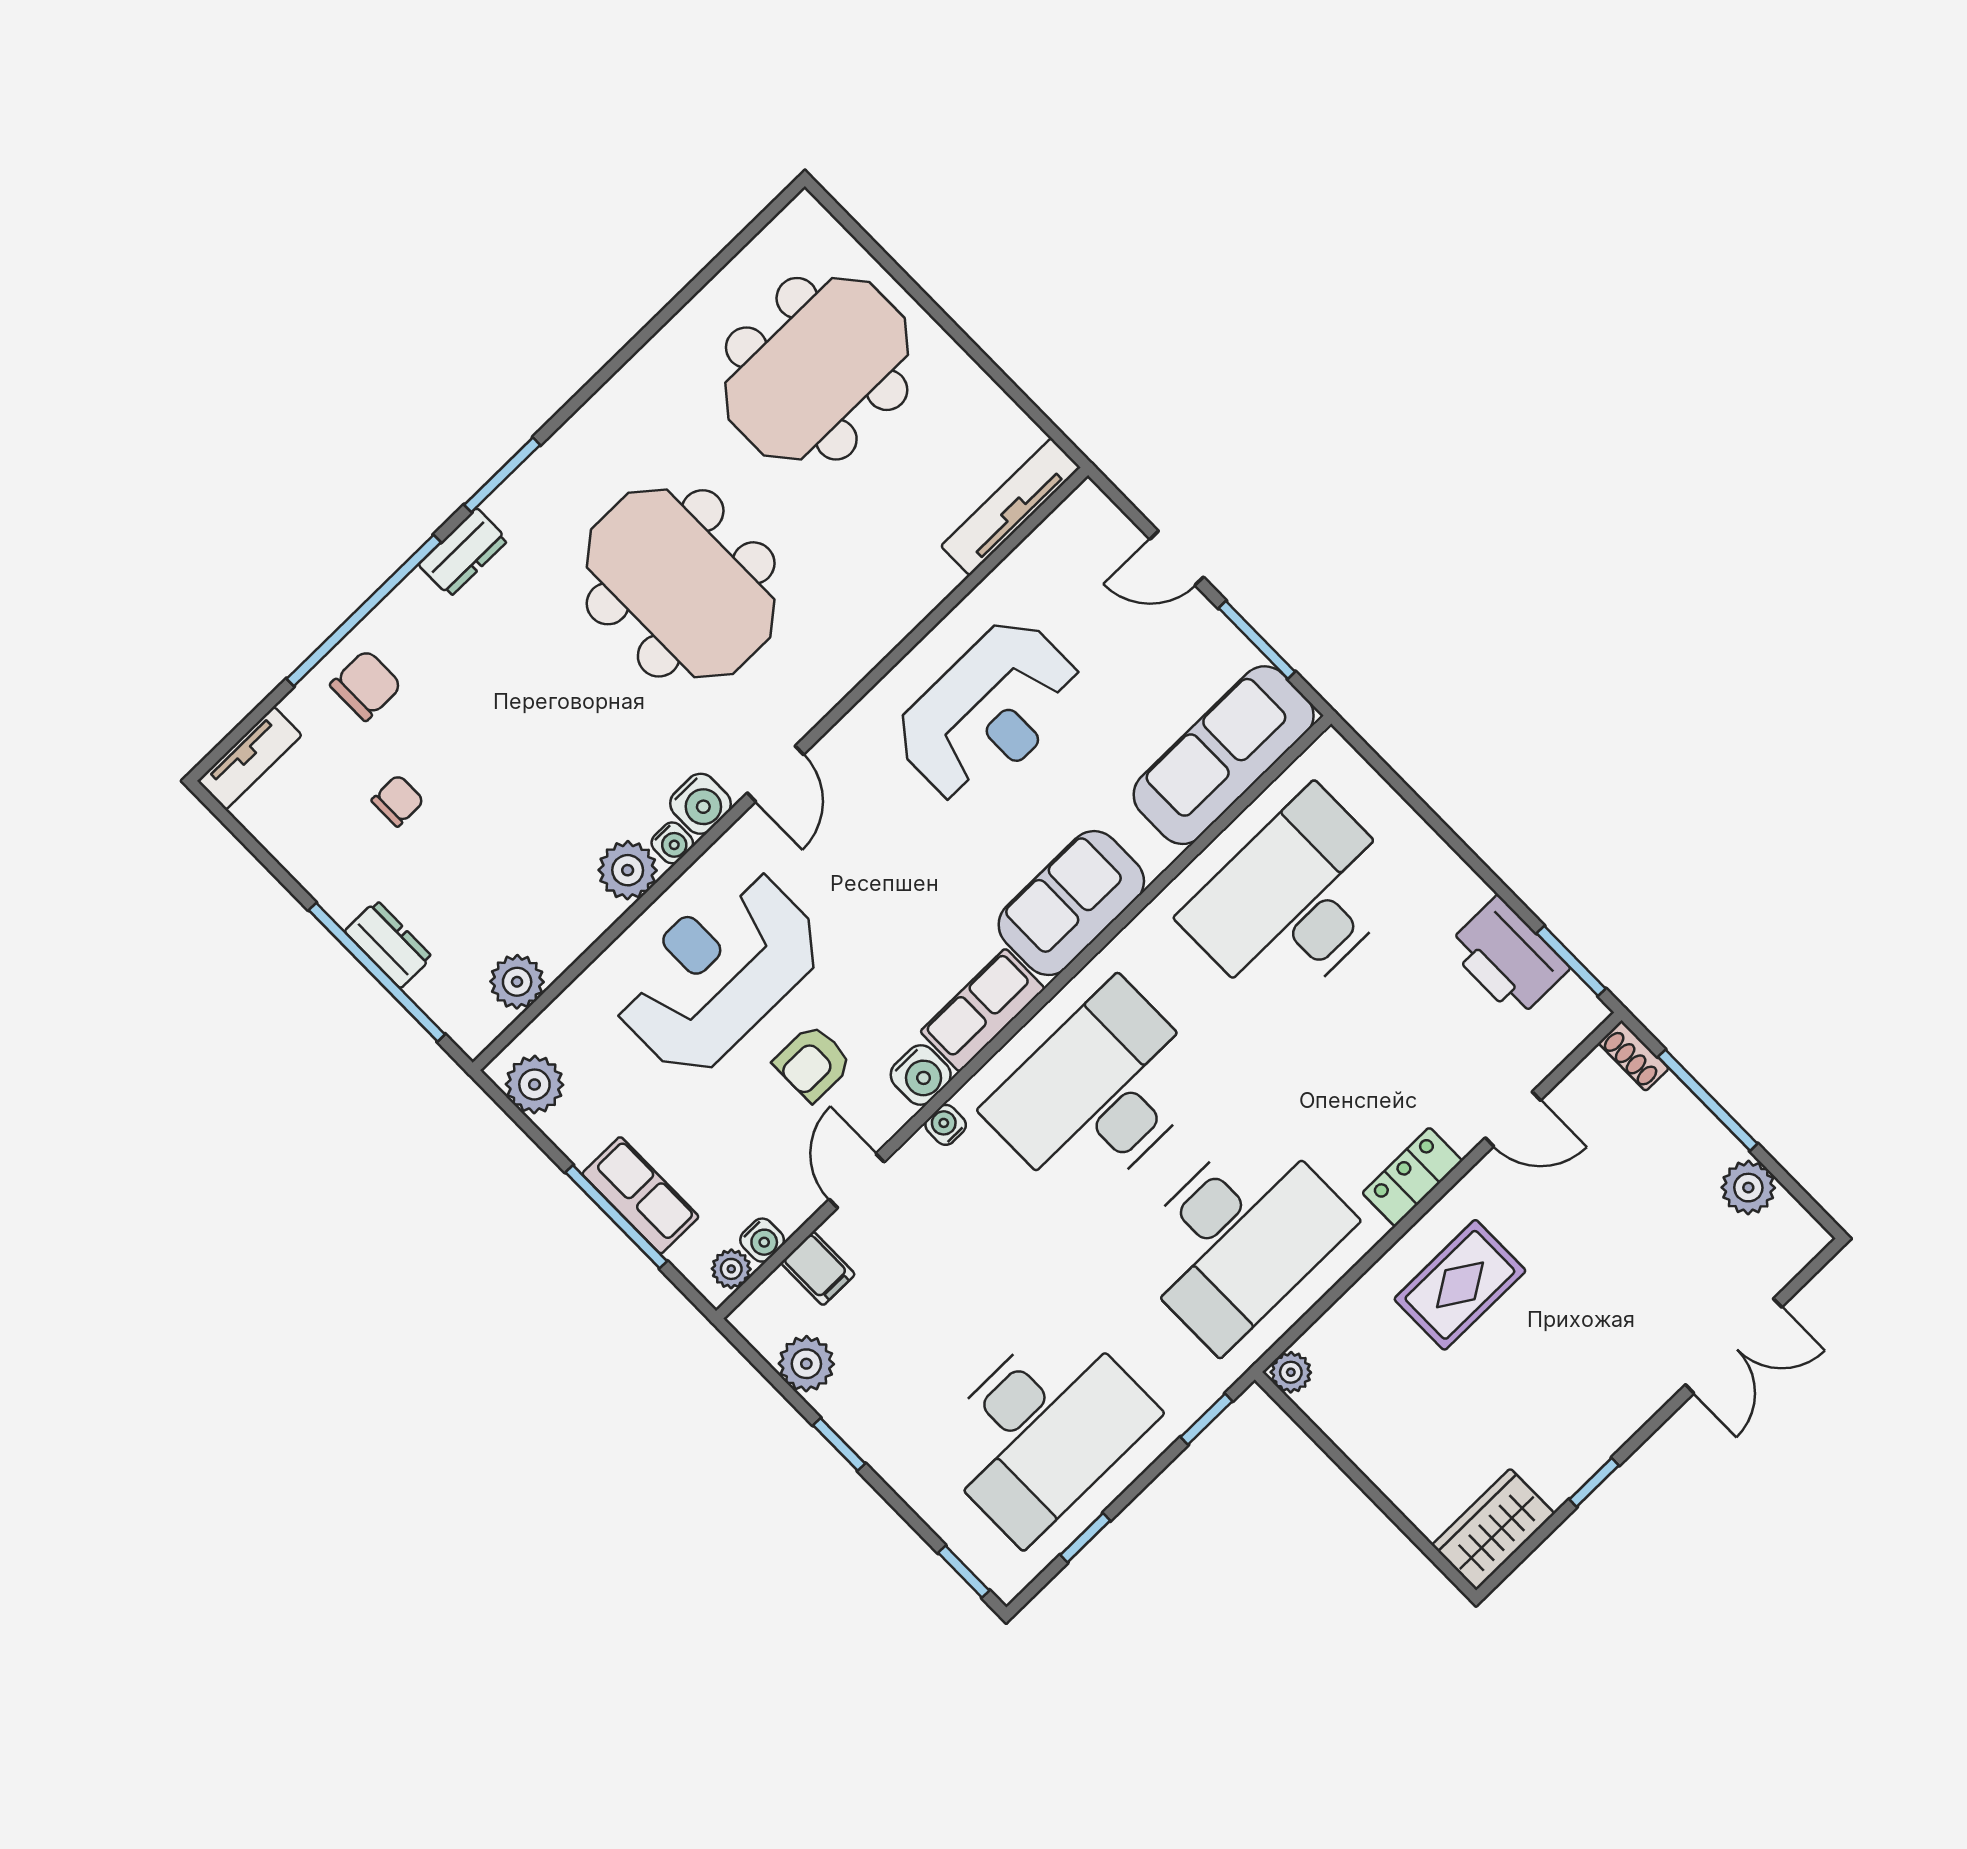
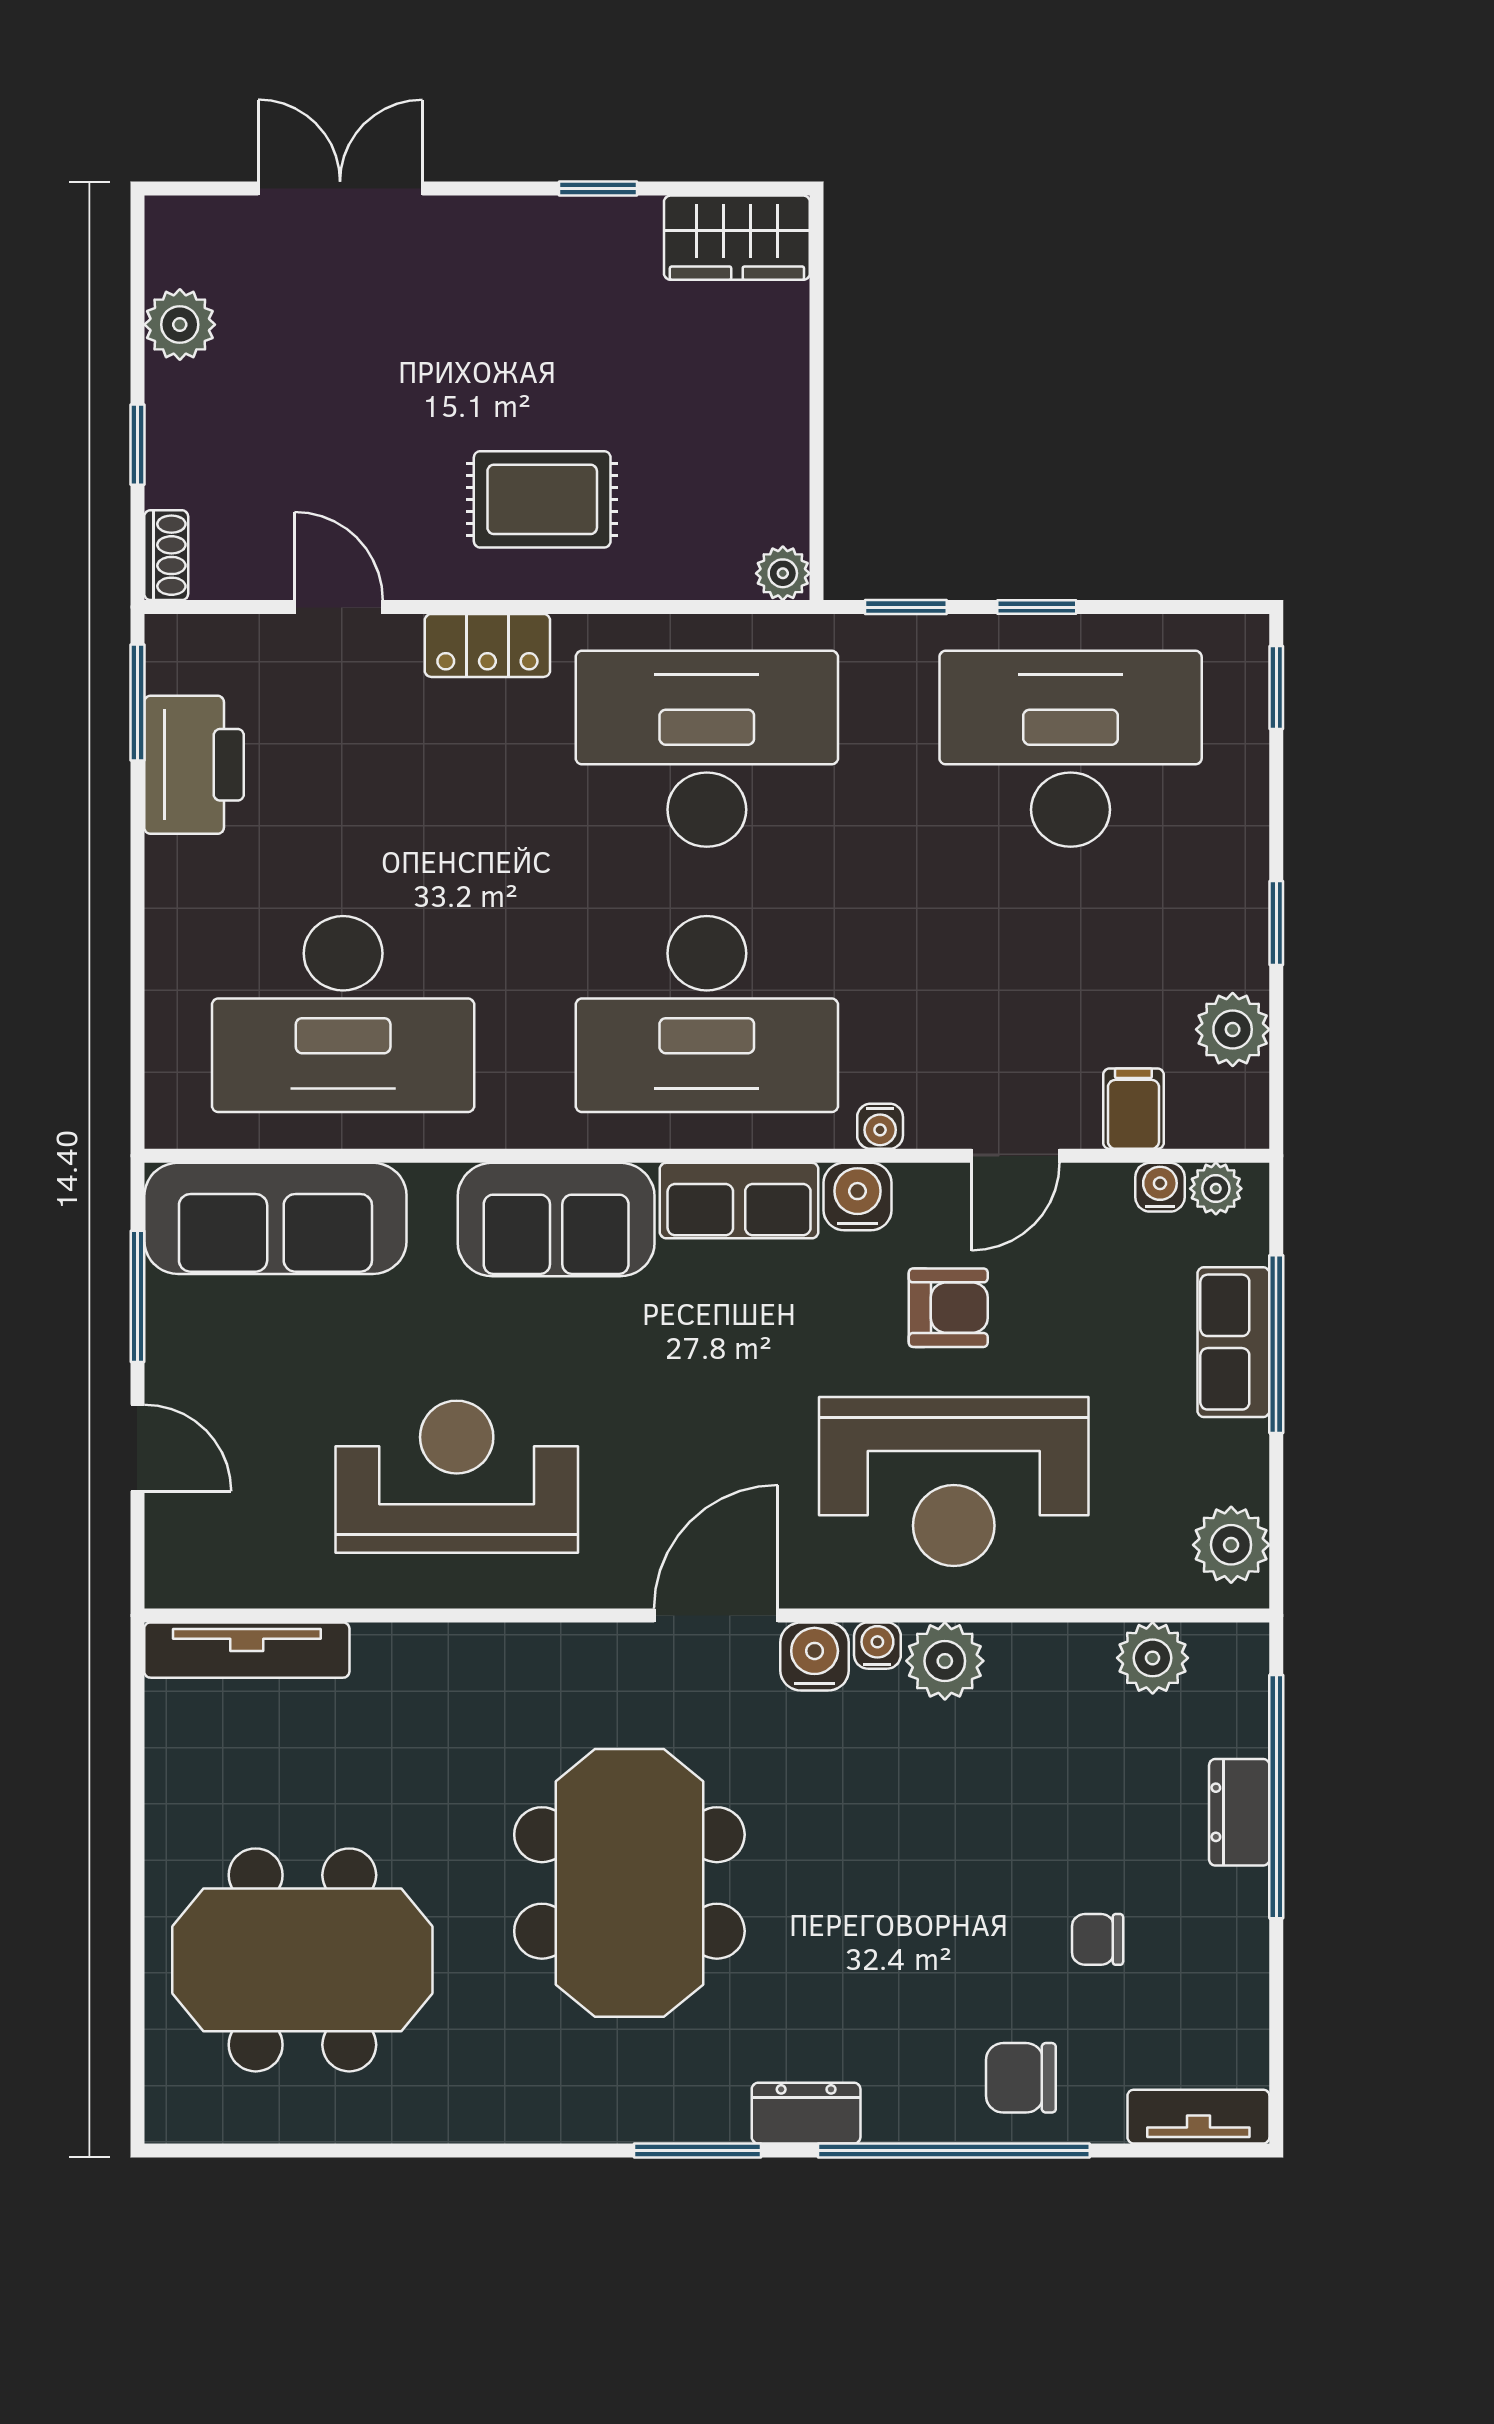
door: (775, 774) -> (716, 1615), width x1.38
window: (1708, 1100) -> (137, 445), width x0.46
window: (1085, 1538) -> (1037, 607), moved

